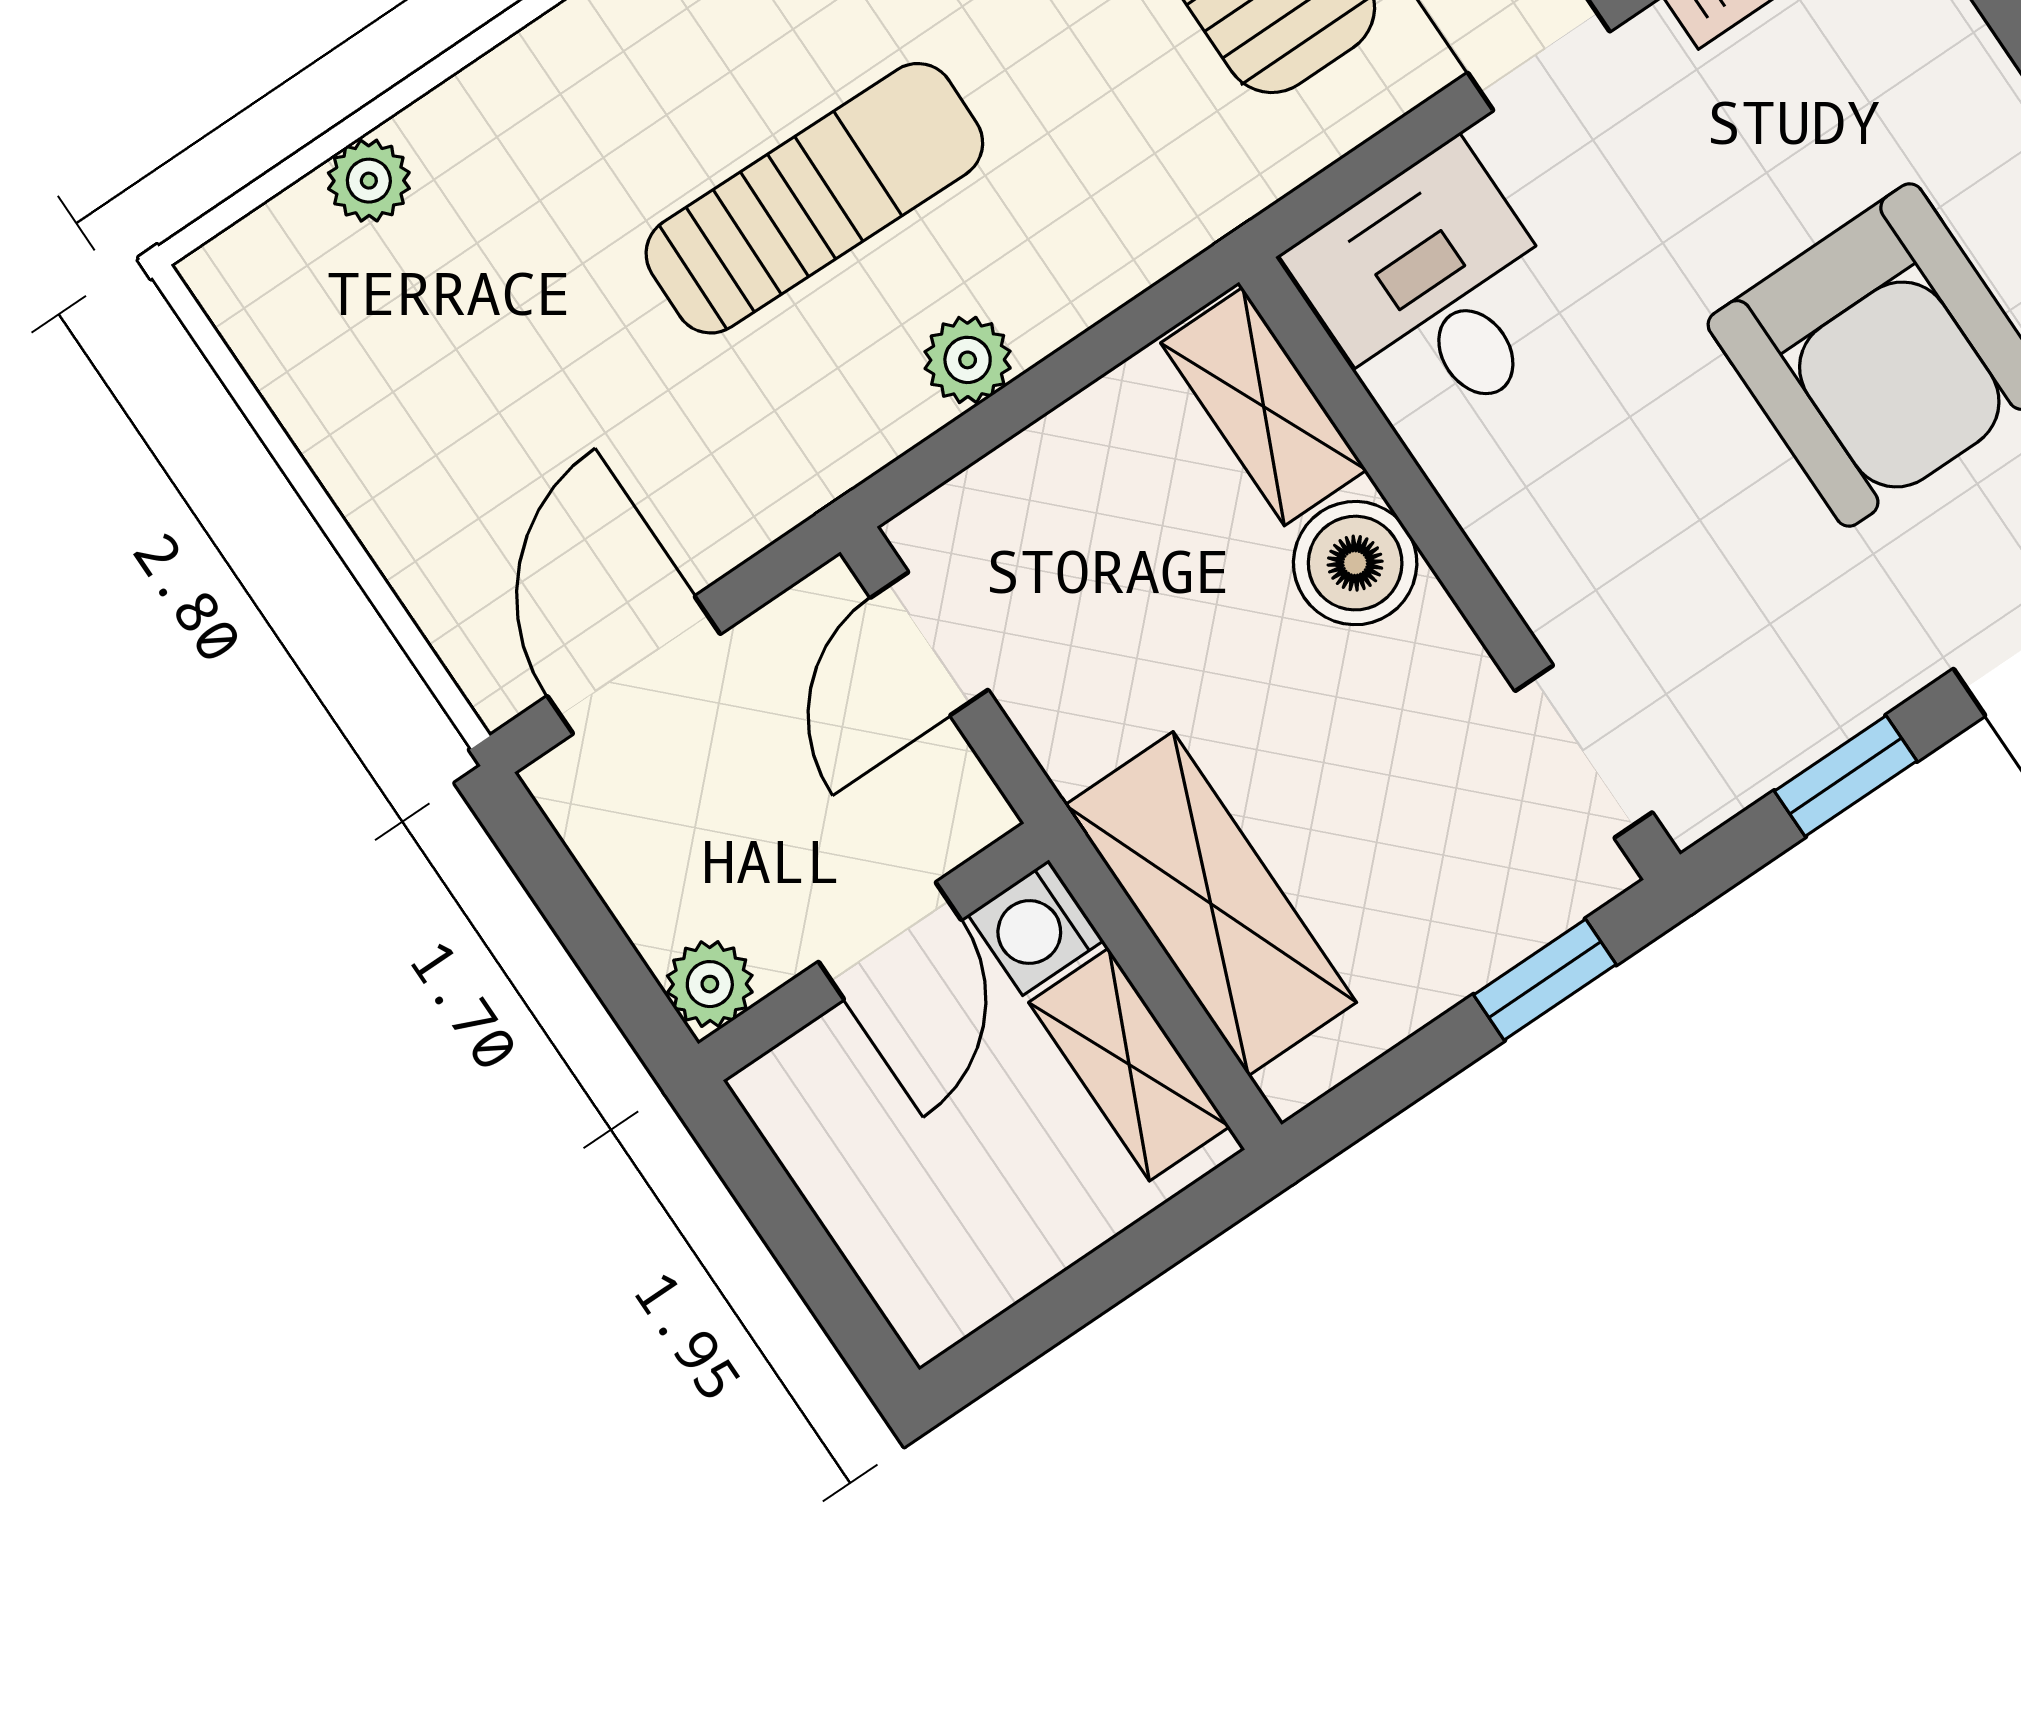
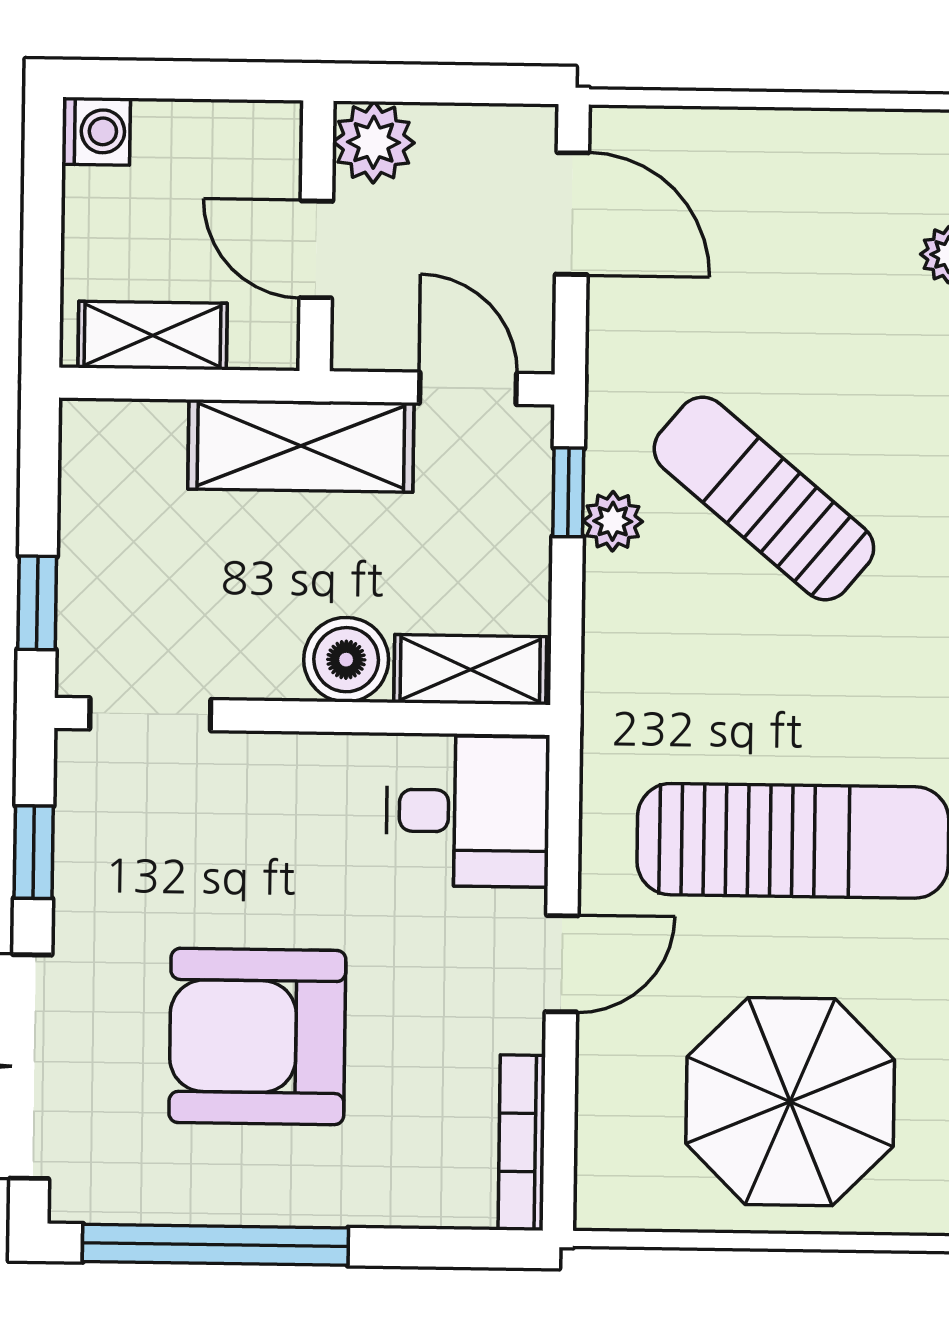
sun lounger: (814, 198) -> (764, 498), turned 129
window: (970, 437) -> (568, 492), added
shelving: (1211, 904) -> (301, 446), moved
washing machine: (1036, 928) -> (96, 131), moved, turned 90
plant: (710, 984) -> (374, 142), width x1.38, depth x1.38

